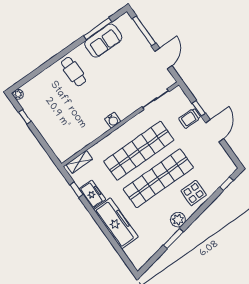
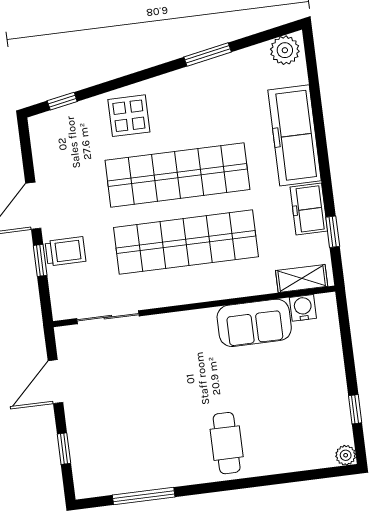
window: (144, 31) -> (64, 449), width x0.46
sofa: (103, 41) -> (254, 323), moved, turned 180
water cooler: (113, 120) -> (303, 308), moved
plant: (178, 220) -> (285, 50), moved

